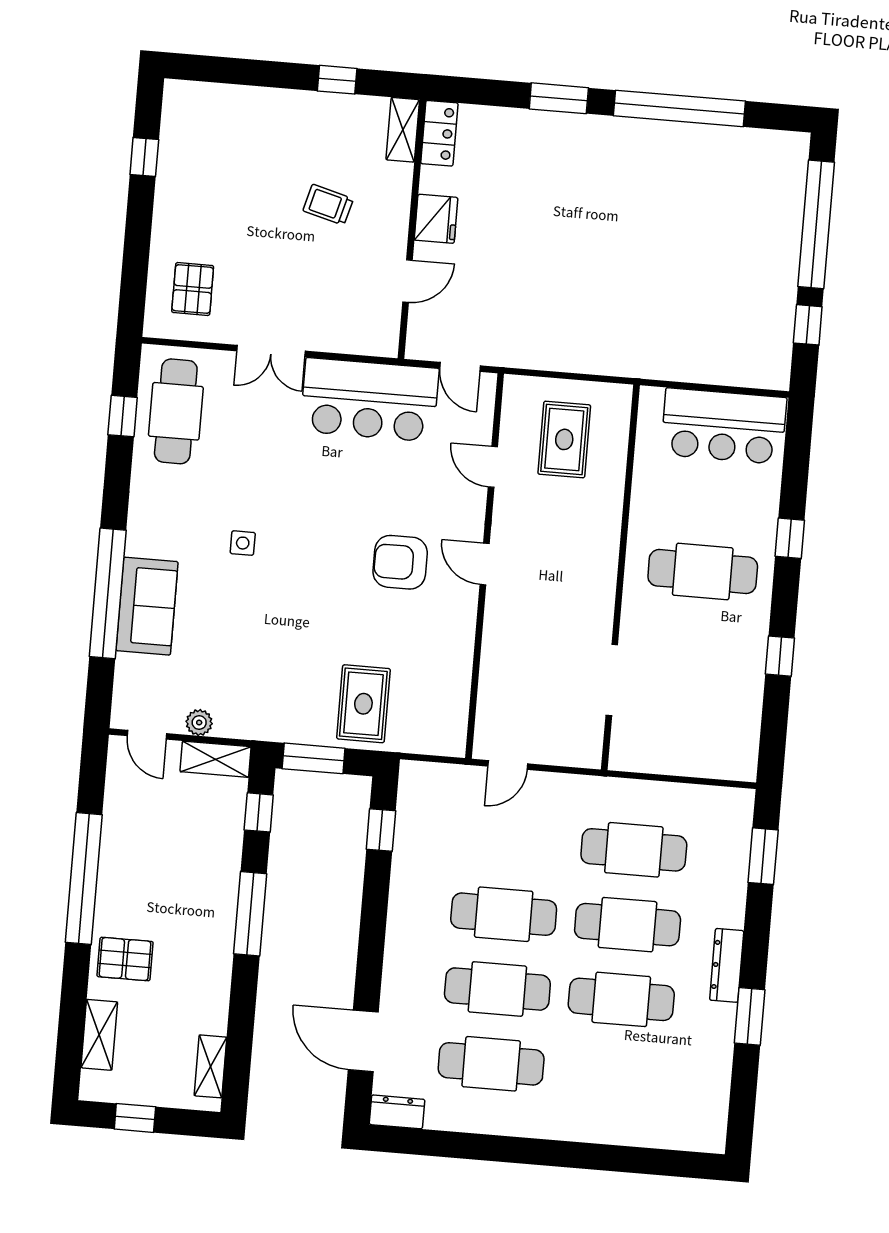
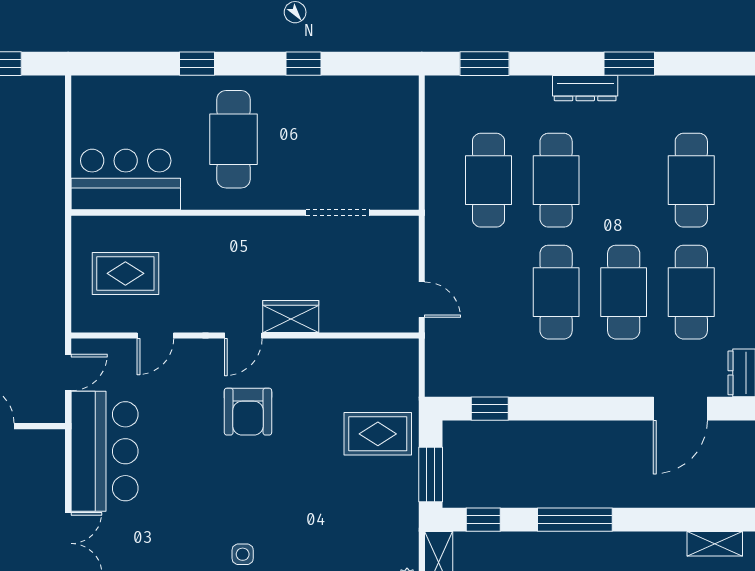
bar counter: (724, 426) -> (126, 179), moved, turned -90
wardrobe: (501, 618) -> (291, 316), added
cafe table: (621, 999) -> (691, 180), moved

